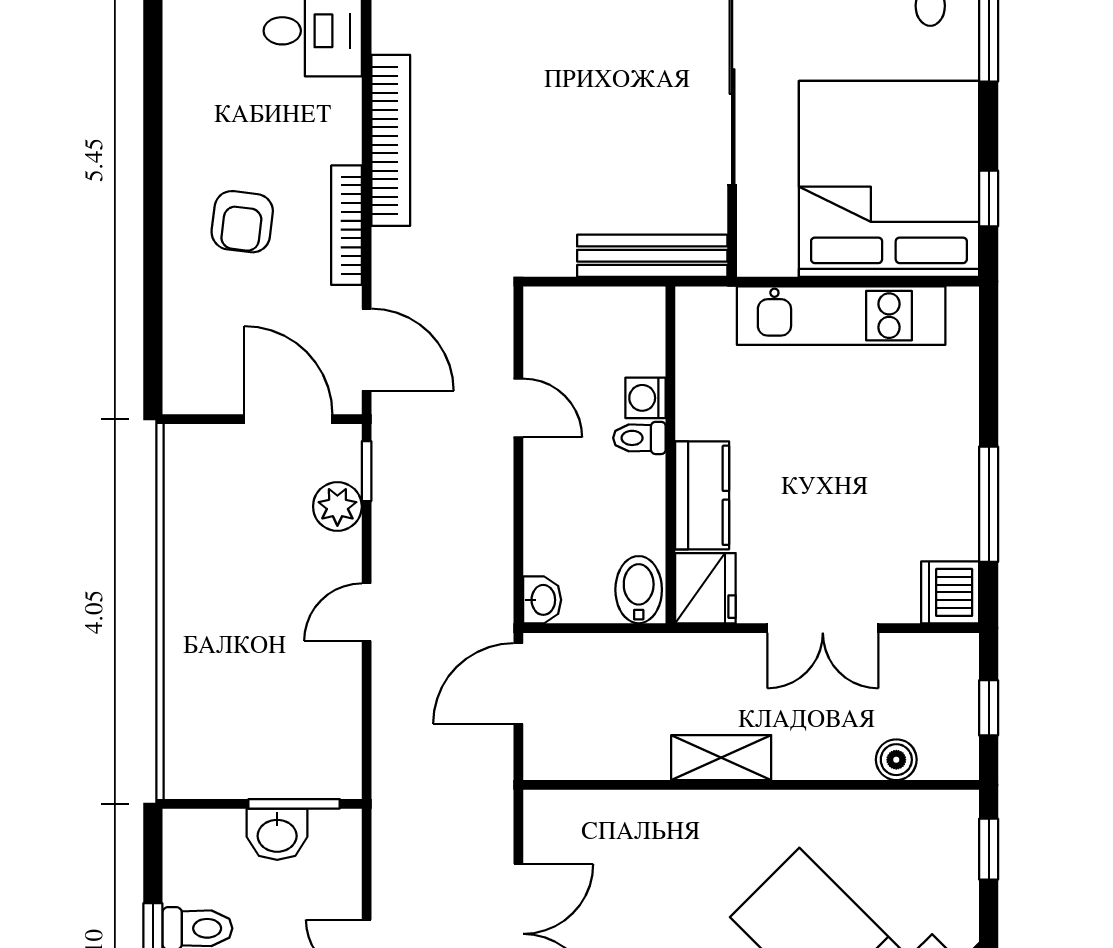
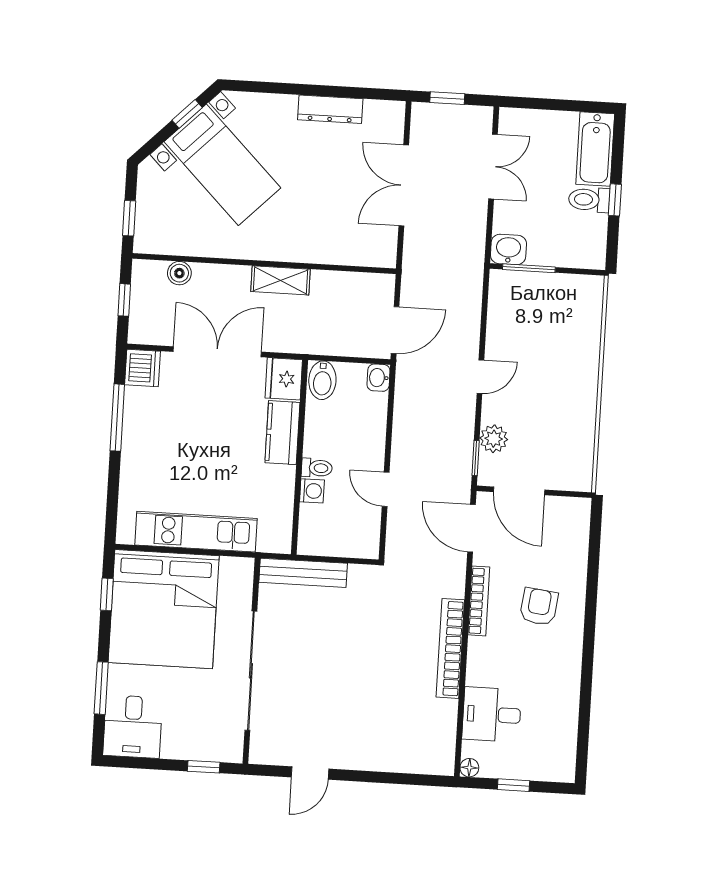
double door: (823, 628) -> (217, 352), width x1.37
washbasin: (277, 834) -> (508, 249), moved

